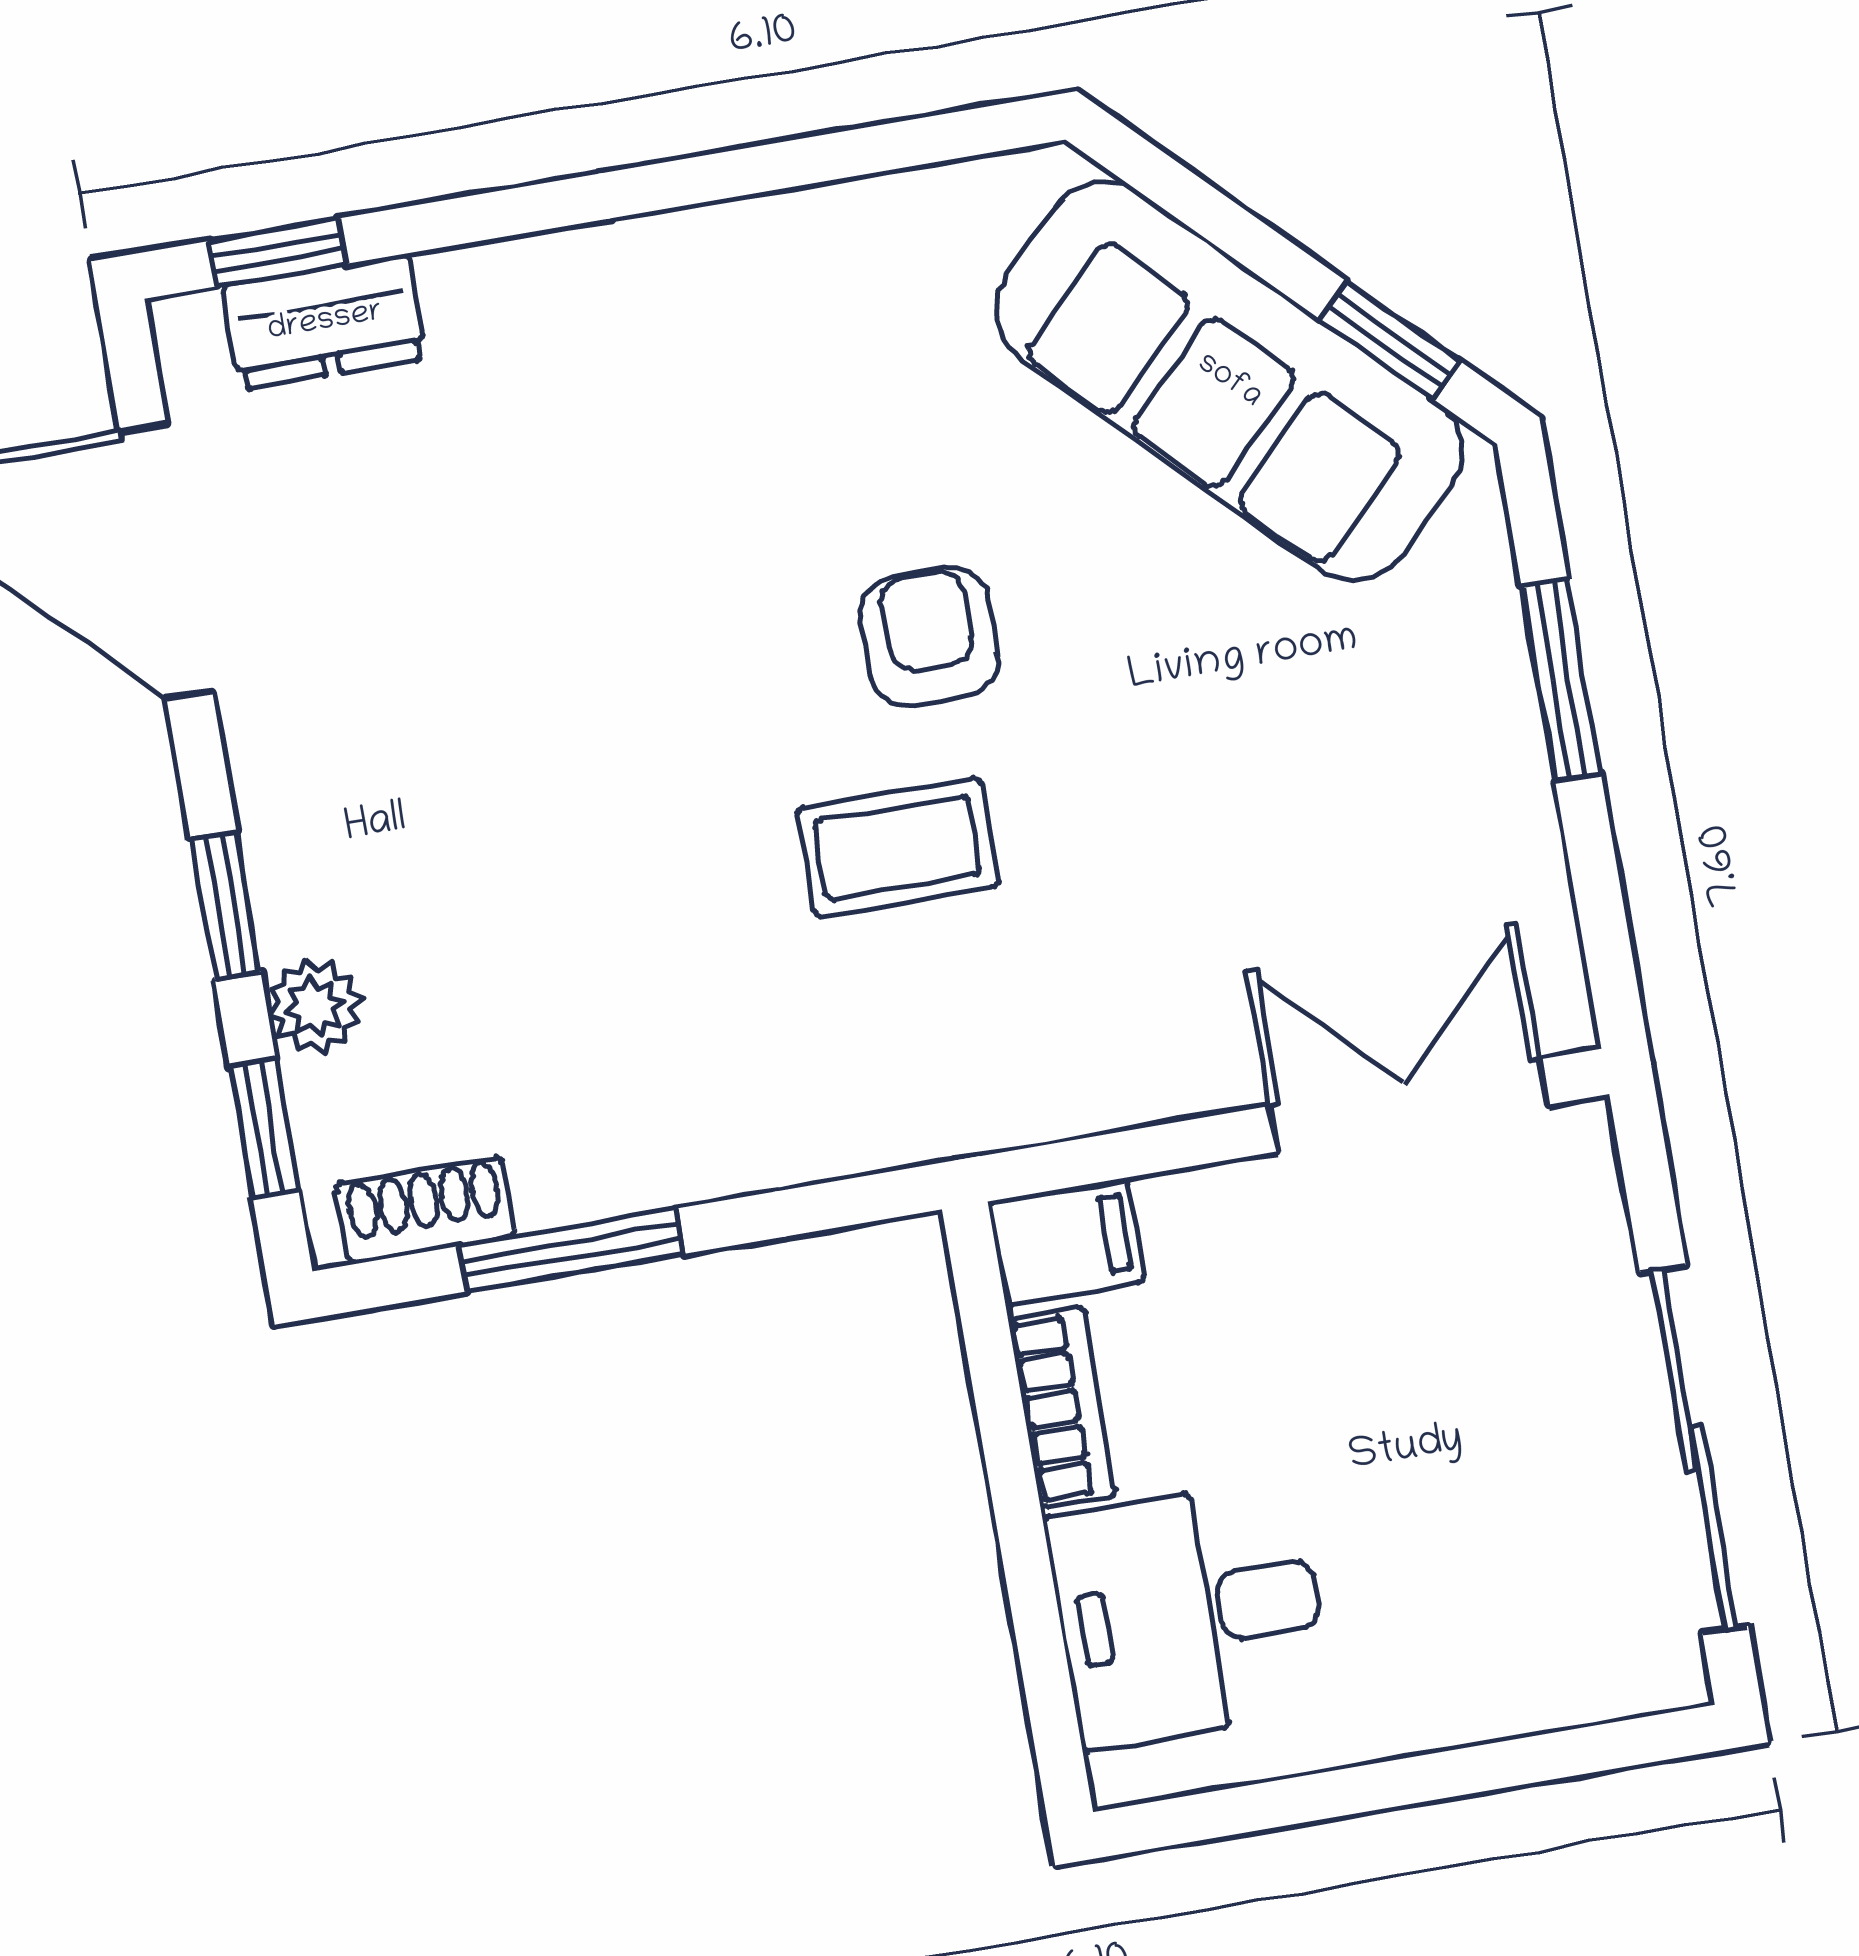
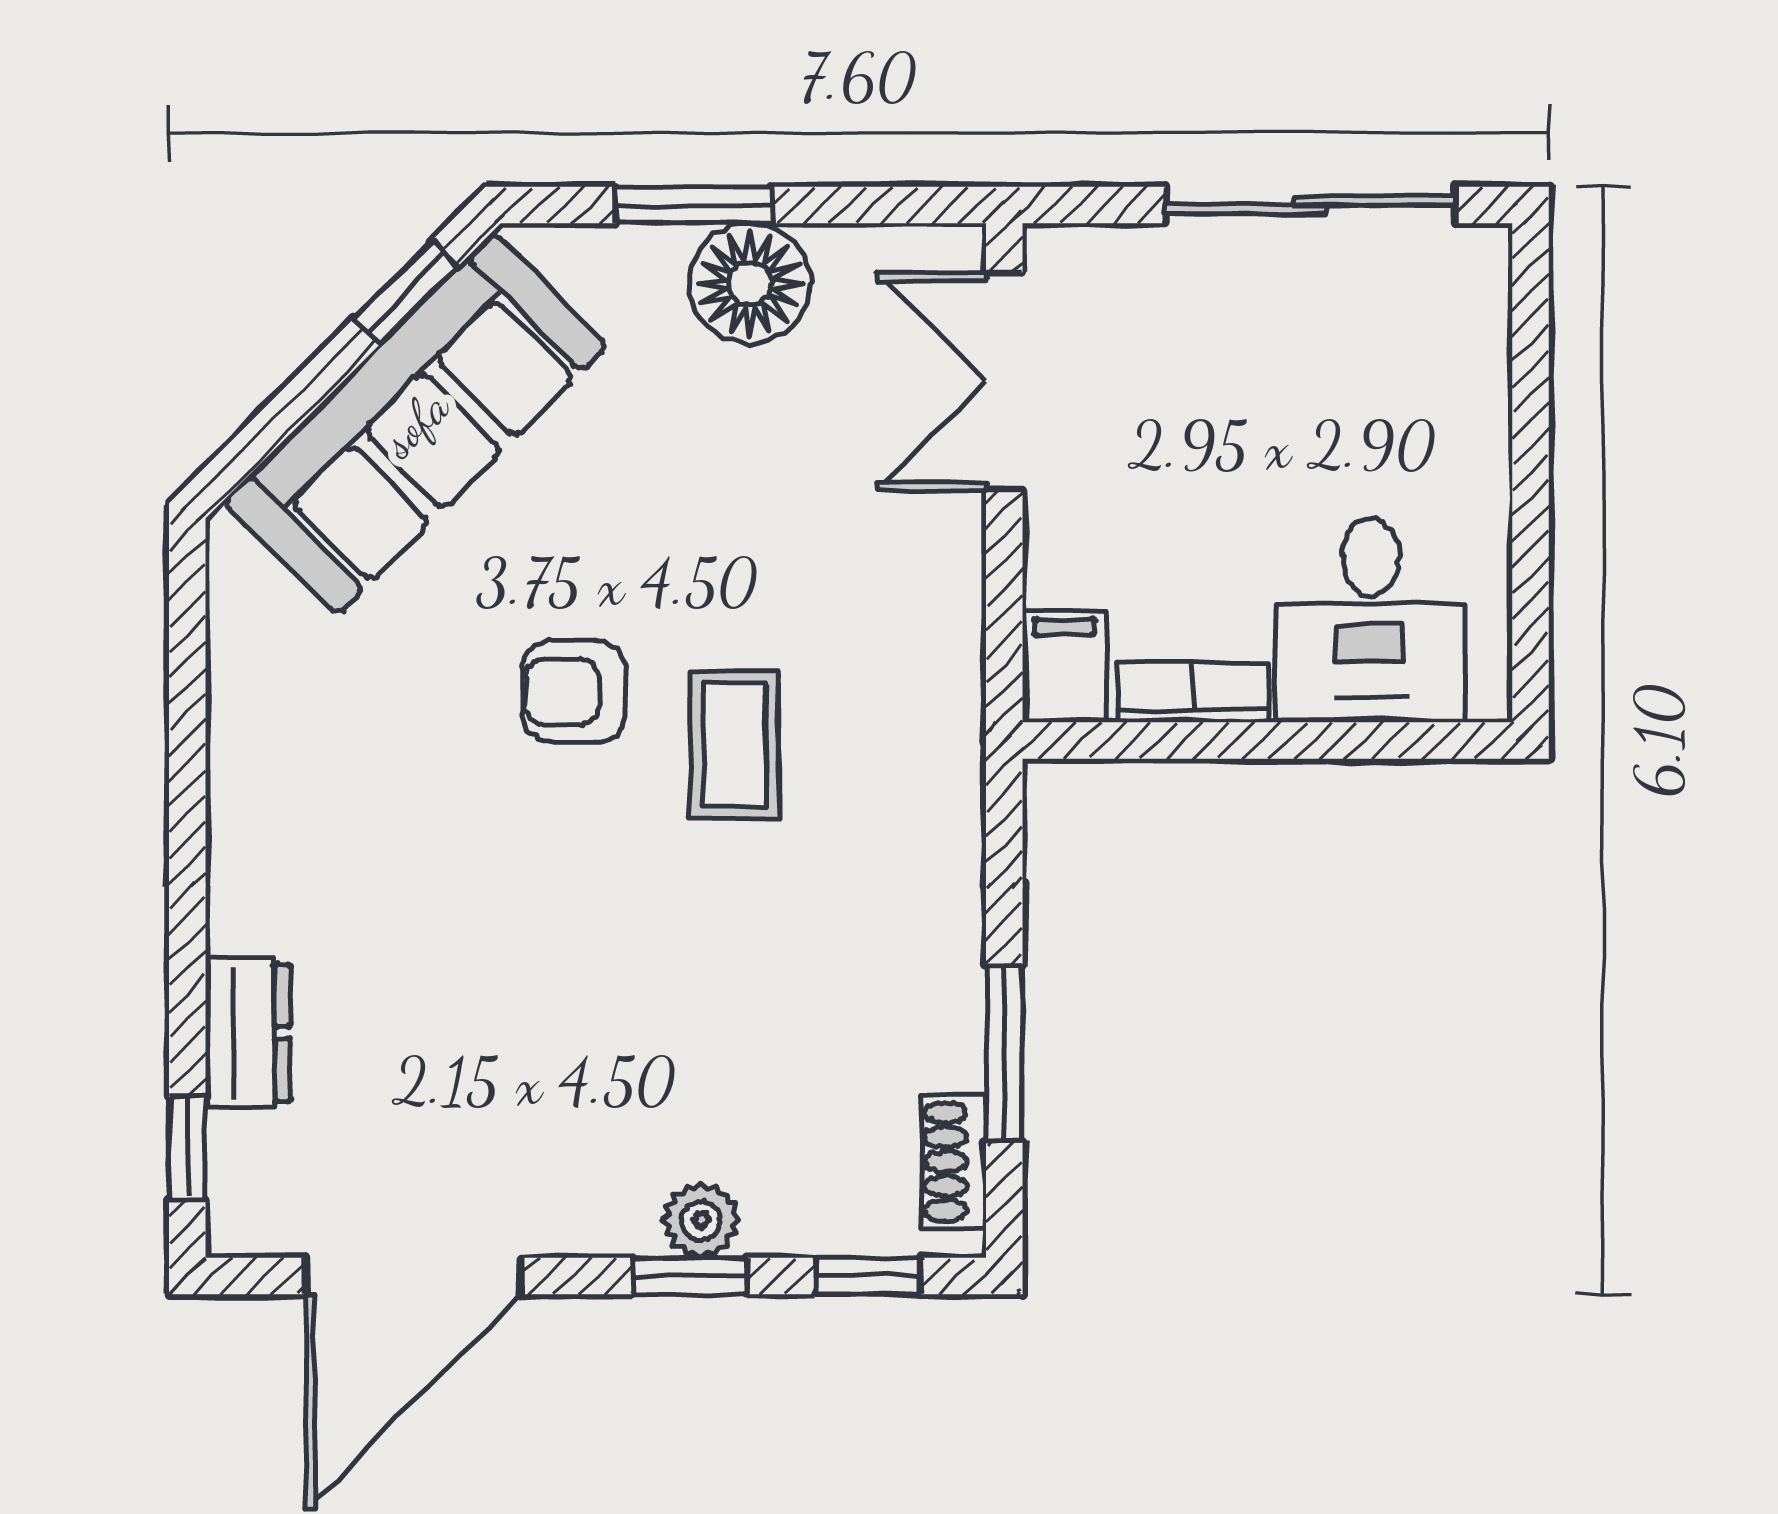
dresser: (325, 322) -> (248, 1033), moved
floor lamp: (1476, 767) -> (750, 284), added
plant: (315, 1007) -> (701, 1220), moved

